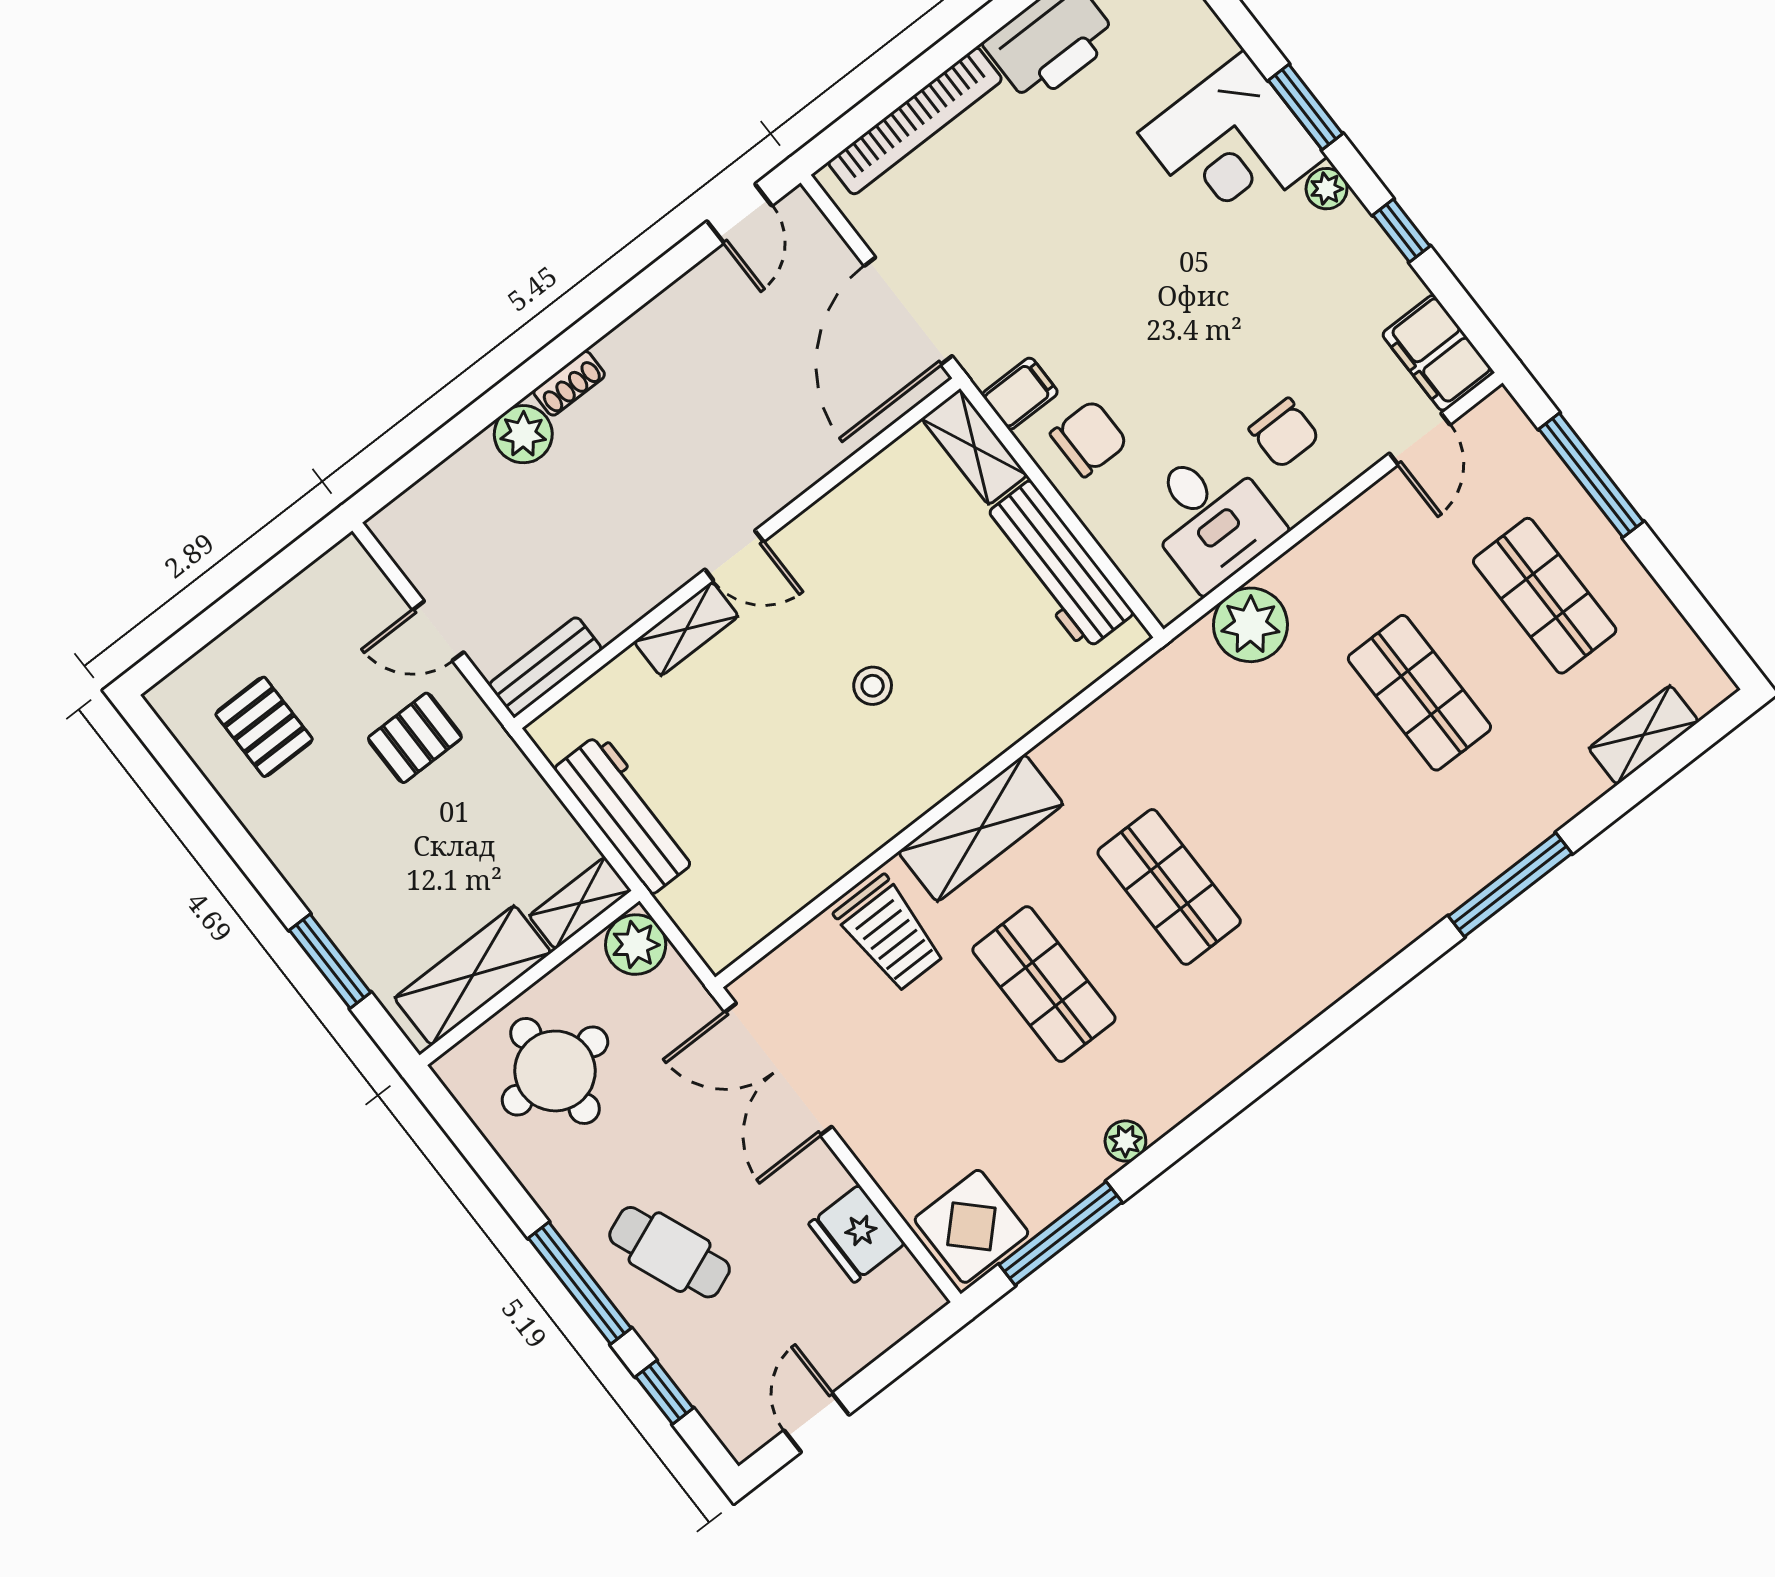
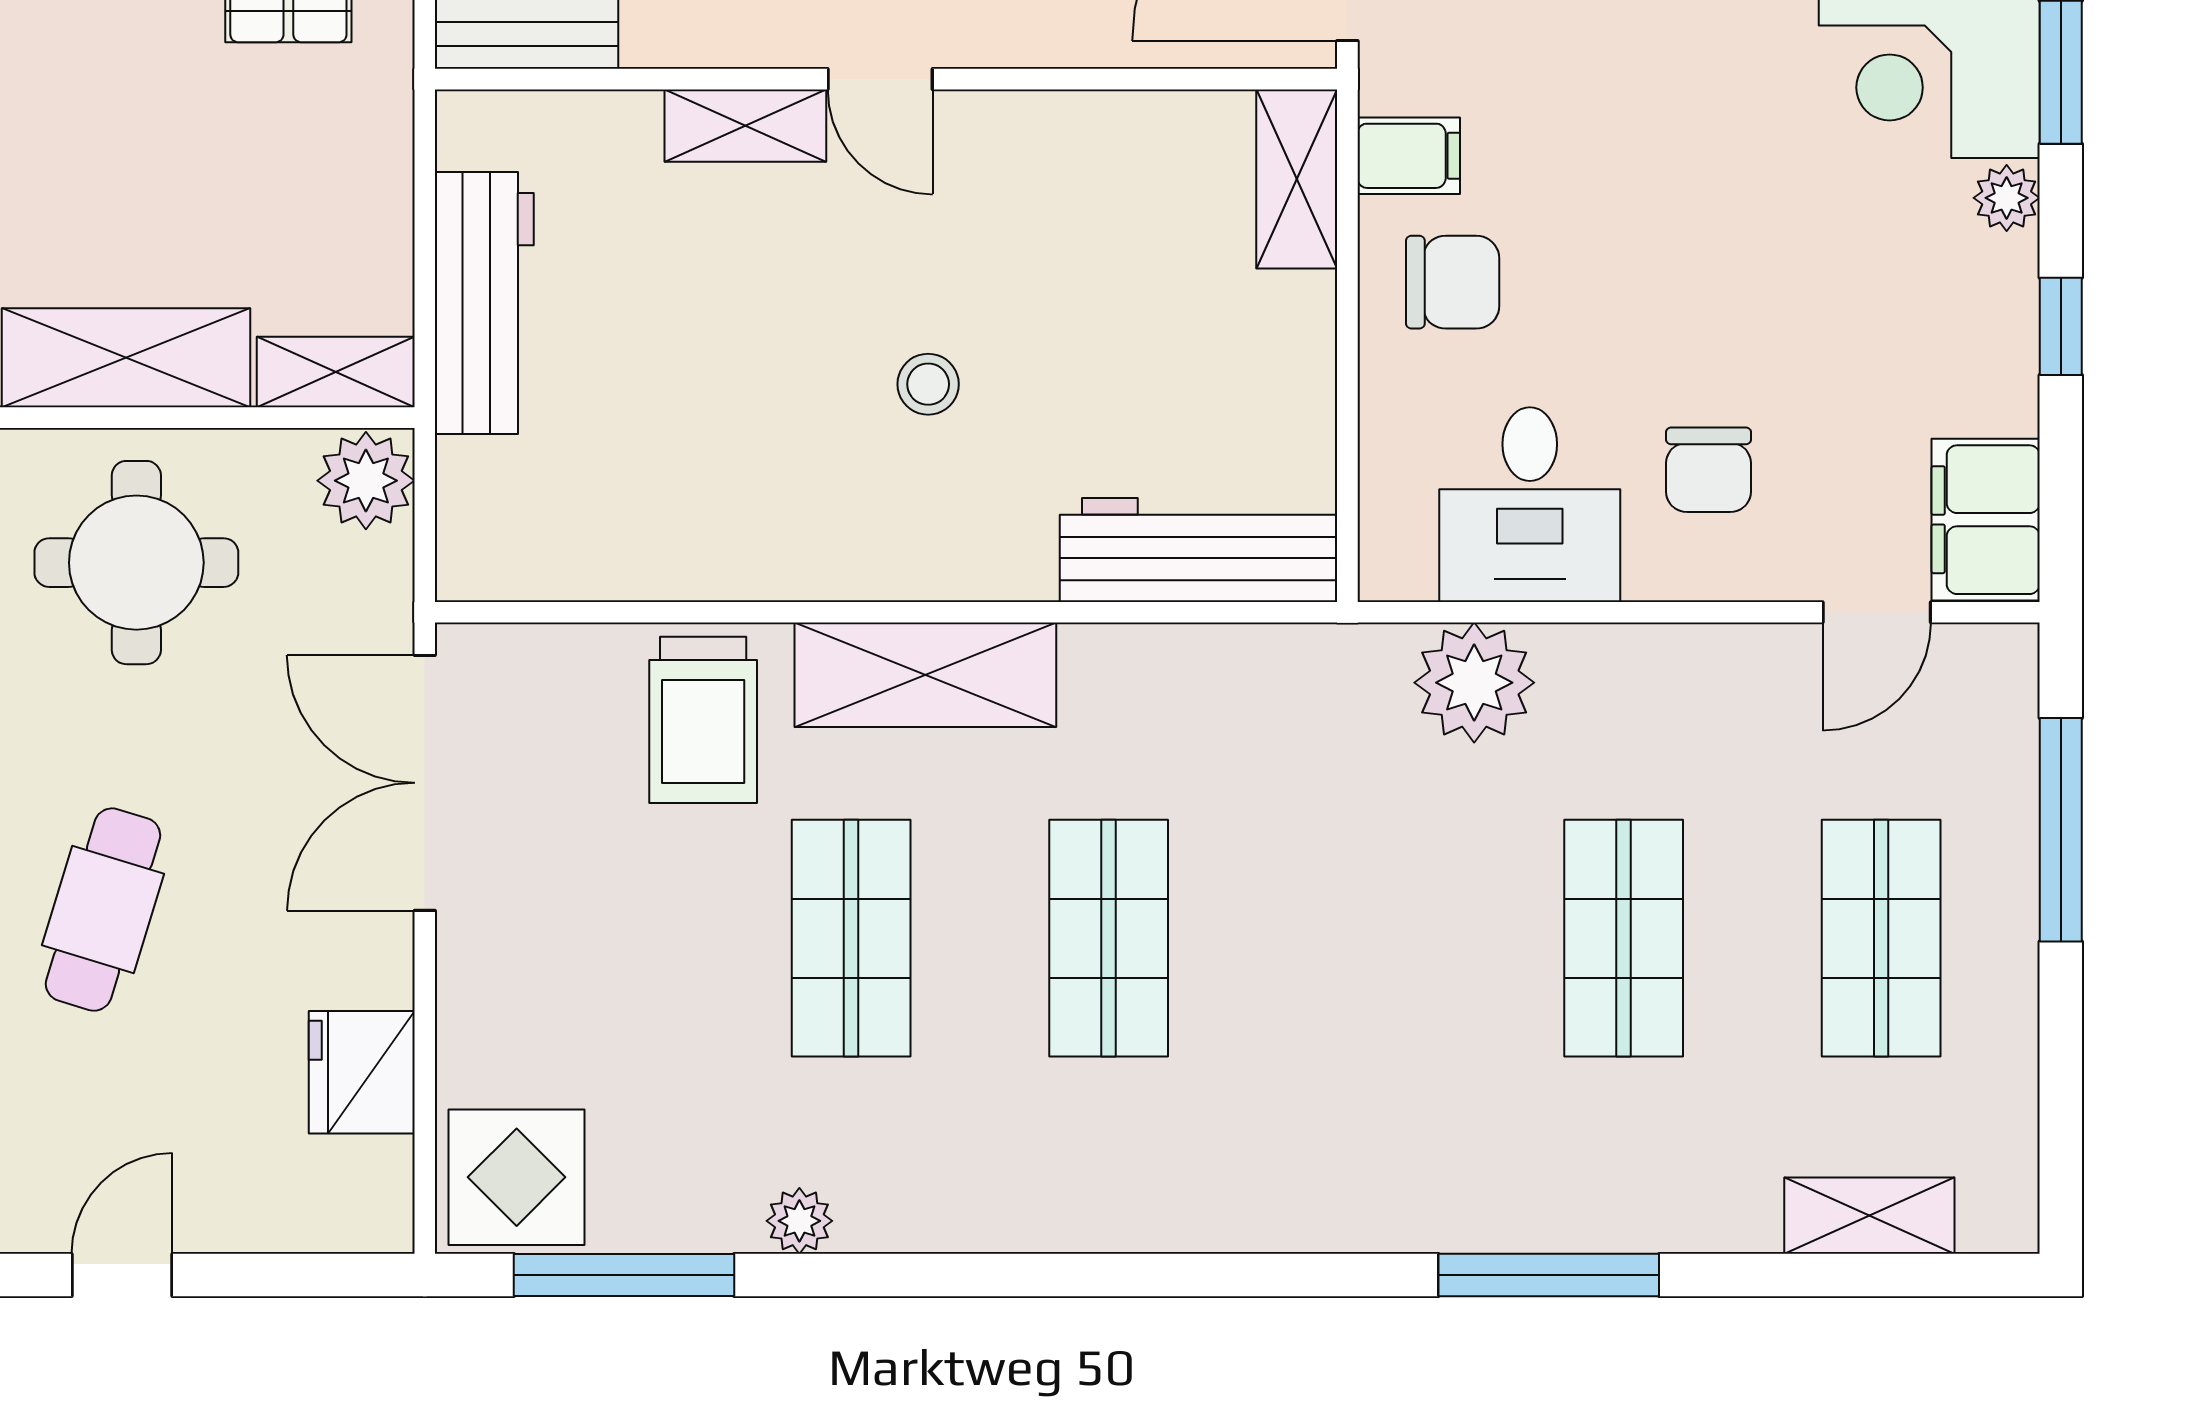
workbench: (1057, 566) -> (1199, 550), moved, turned 90
cafe table: (670, 1252) -> (103, 910), turned 39

